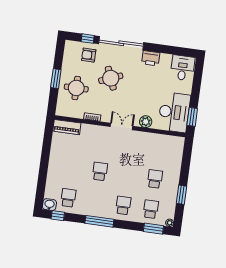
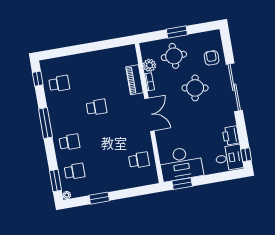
window: (88, 39) -> (246, 155), moved
printer: (151, 58) -> (231, 136), moved
round table: (111, 78) -> (195, 88), turned 32
plant: (146, 122) -> (150, 65), moved
double door: (121, 126) -> (149, 115), width x1.37
piano: (67, 127) -> (135, 80), moved
school desk: (155, 179) -> (139, 160), moved
washbasin: (49, 205) -> (46, 67), removed

